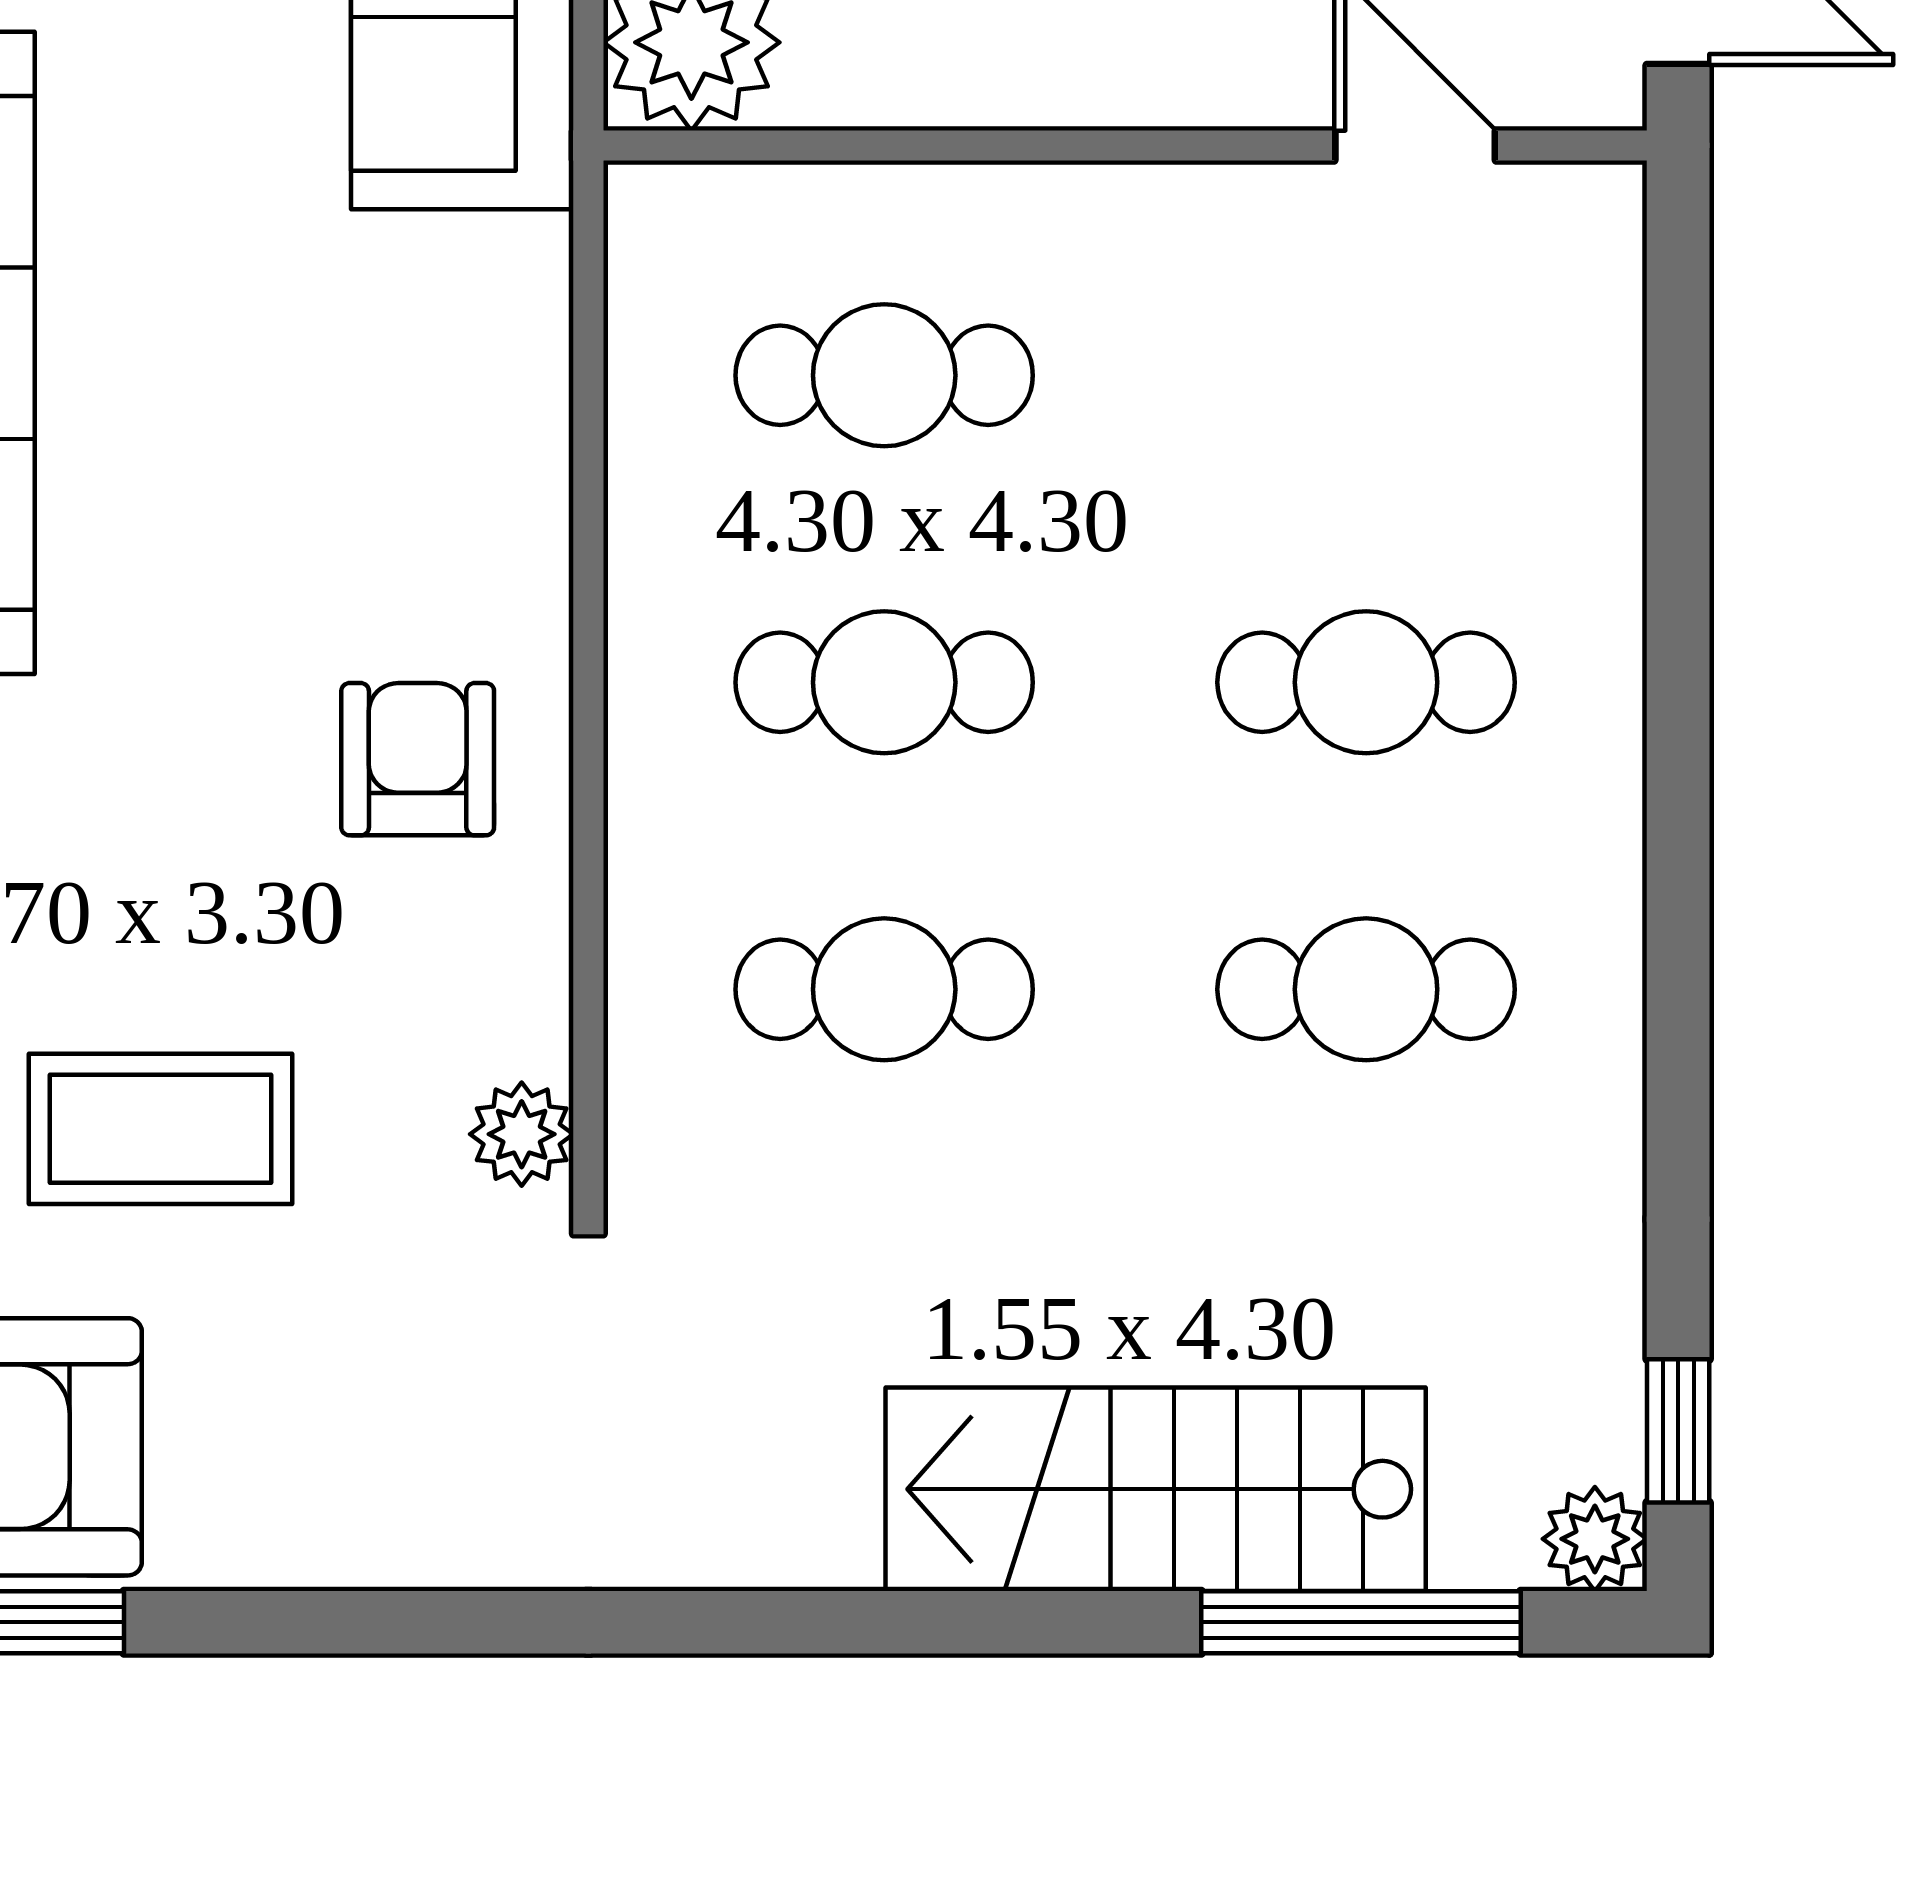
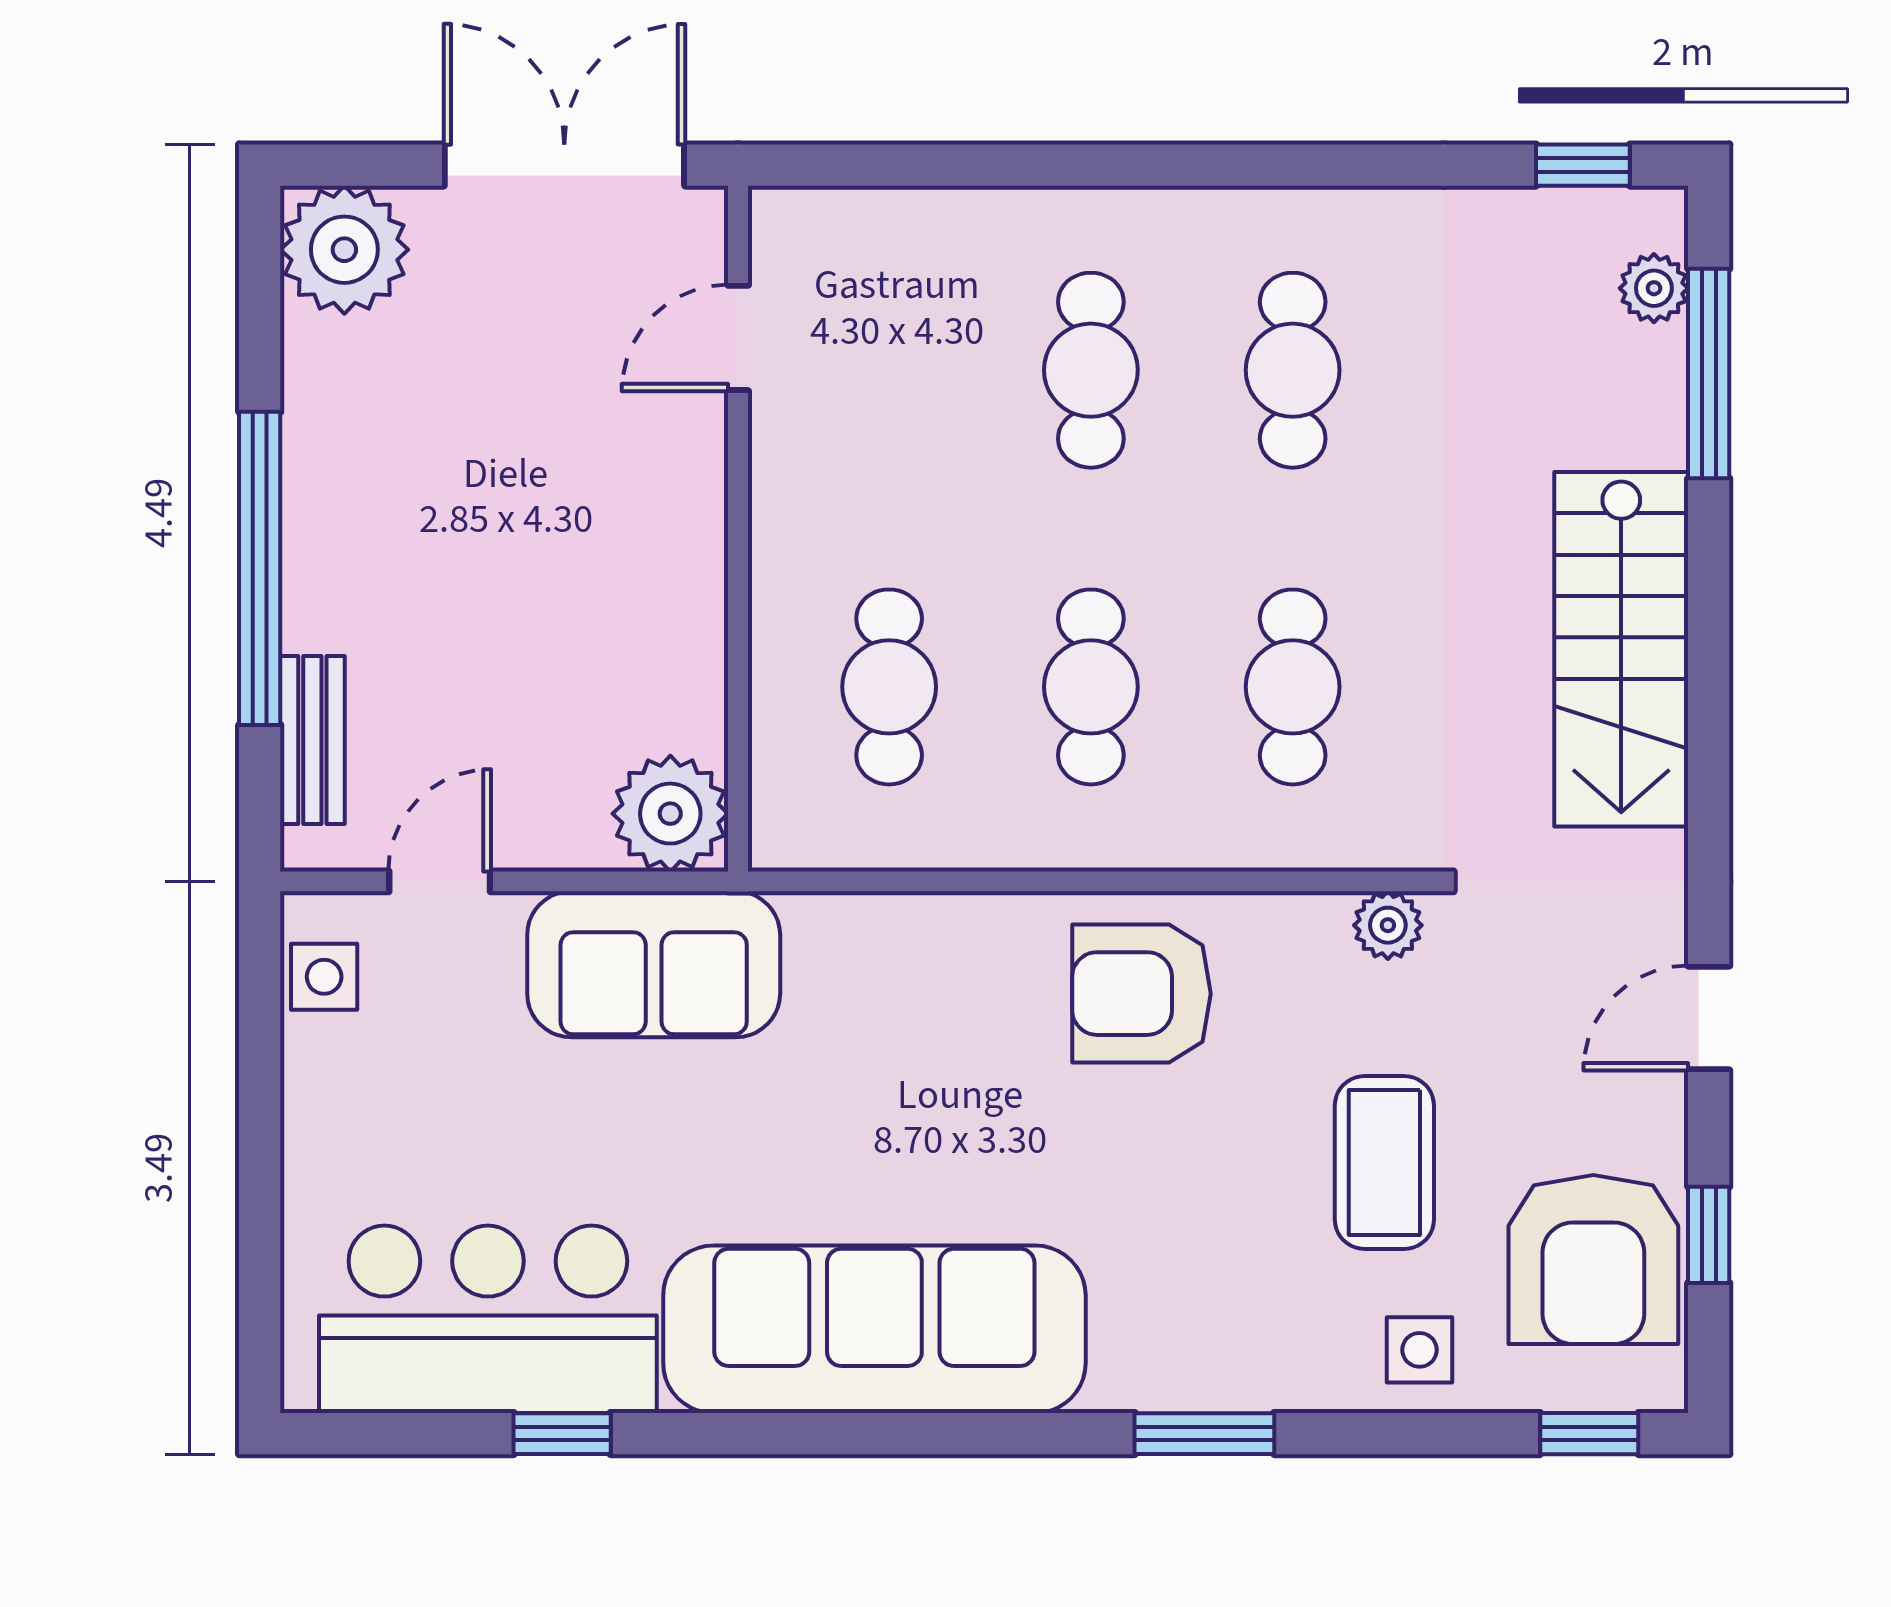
armchair: (418, 759) -> (1141, 994), width x1.38, depth x1.38
stairs: (1156, 1489) -> (1621, 649), moved
plant: (1595, 1539) -> (1654, 288), moved
door: (380, 1622) -> (1709, 1018), added

